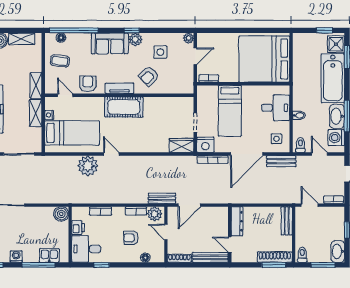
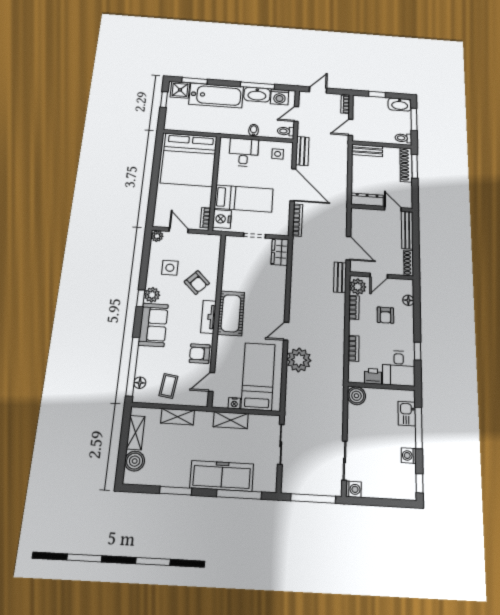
shelving: (36, 85) -> (178, 417), moved
nightstand: (205, 145) -> (222, 219), moved, turned 180
door: (230, 245) -> (393, 209), swing flipped

